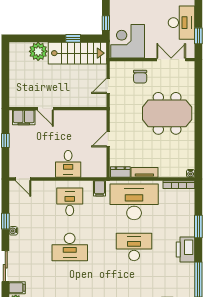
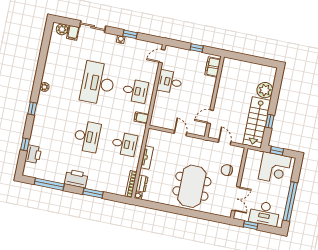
corner desk: (128, 41) -> (275, 168), moved, turned 90
door: (45, 109) -> (210, 117), moved
desk: (68, 164) -> (170, 82), moved
dresser: (120, 172) -> (142, 184), moved
desk: (134, 202) -> (124, 144), width x0.53, depth x0.77
desk: (70, 247) -> (98, 83), width x1.36, depth x1.30

